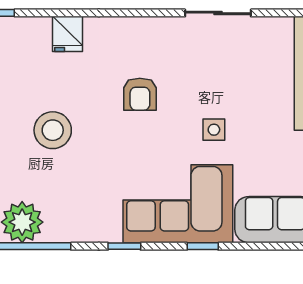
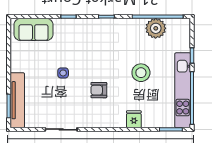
armchair: (140, 94) -> (99, 90), turned -90
corner sofa: (178, 204) -> (80, 37), removed

